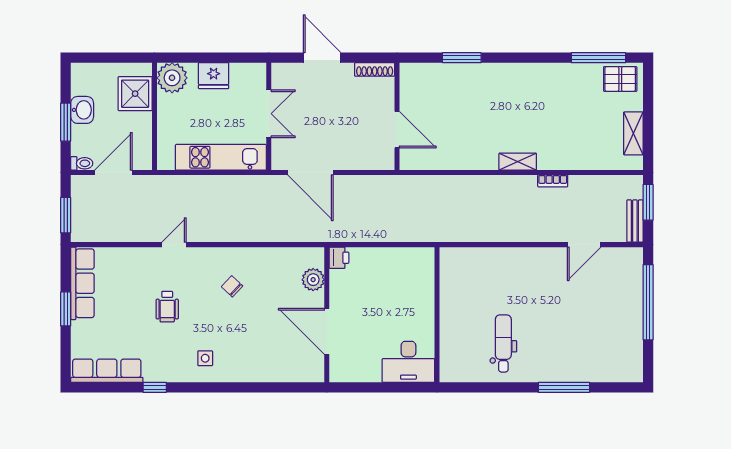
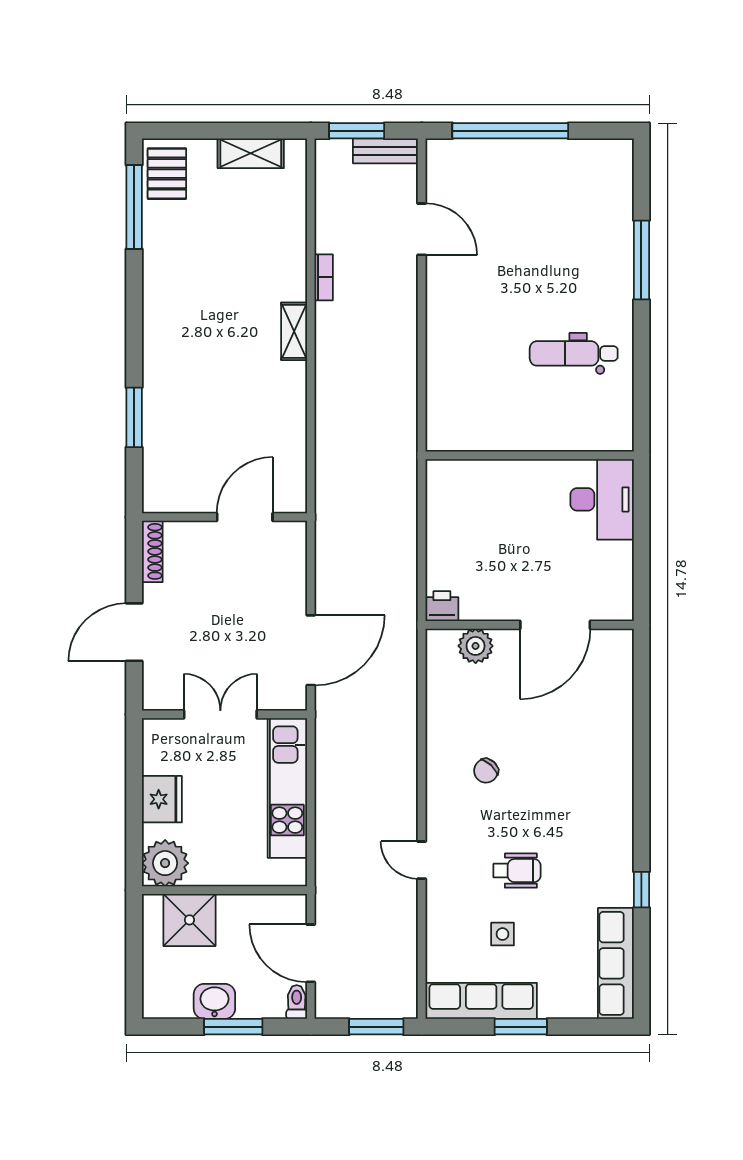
side table: (205, 358) -> (503, 934), moved

